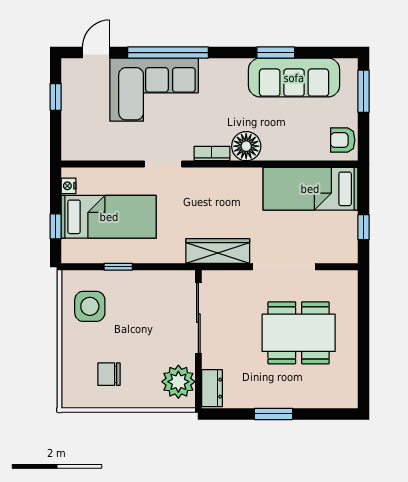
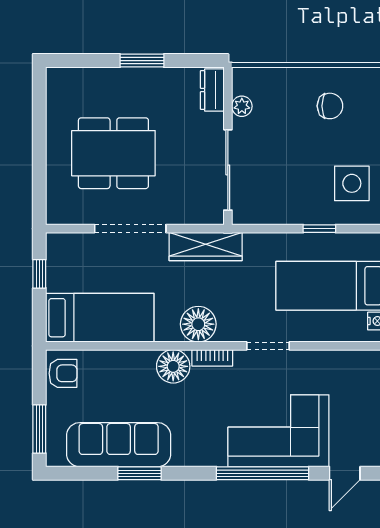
floor lamp: (224, 183) -> (198, 324), added
plant: (178, 382) -> (242, 106), width x0.53, depth x0.53

